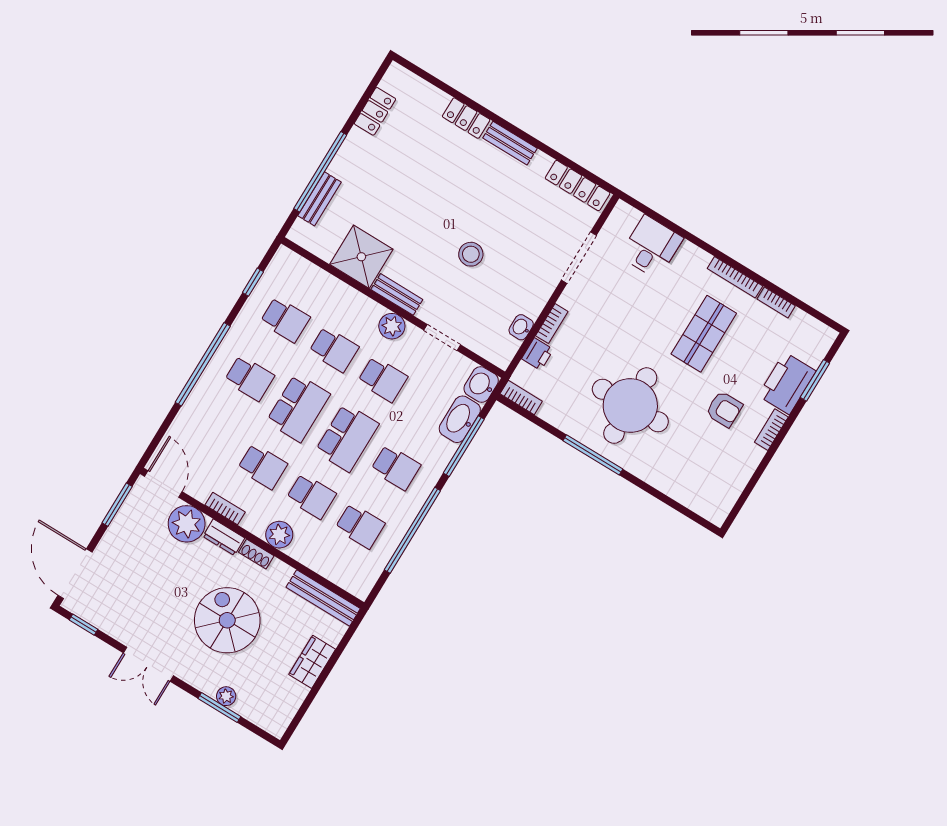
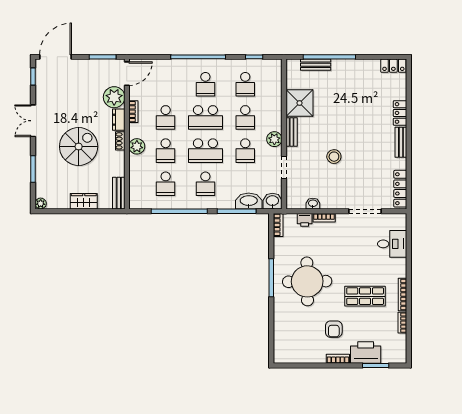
locker: (375, 111) -> (393, 66), moved
bench: (323, 598) -> (119, 193), width x0.73
plant: (226, 696) -> (41, 204), moved

